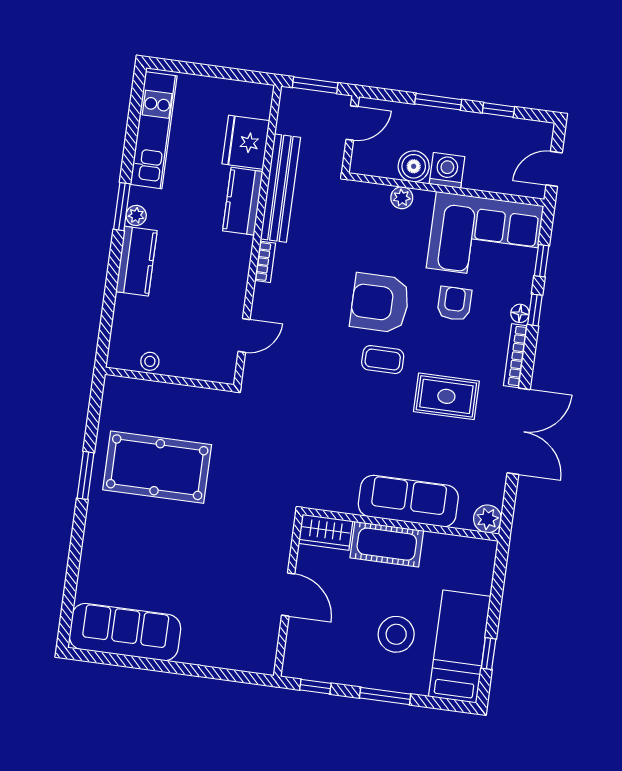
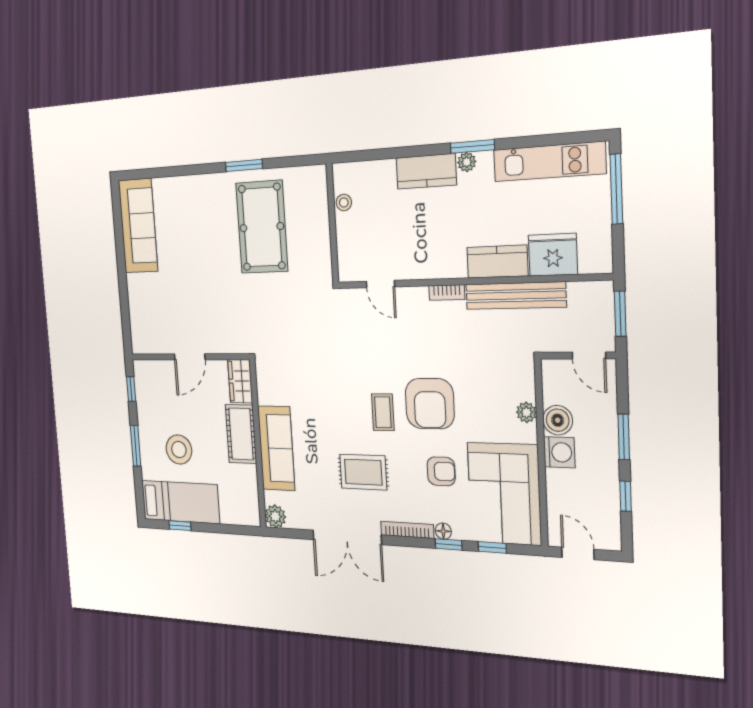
window: (194, 69) -> (616, 189), added
armchair: (380, 303) -> (430, 404), turned 180
rug: (446, 396) -> (363, 472), turned 90

